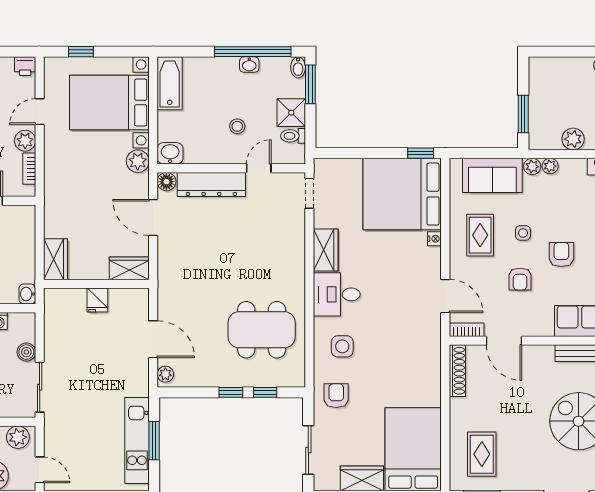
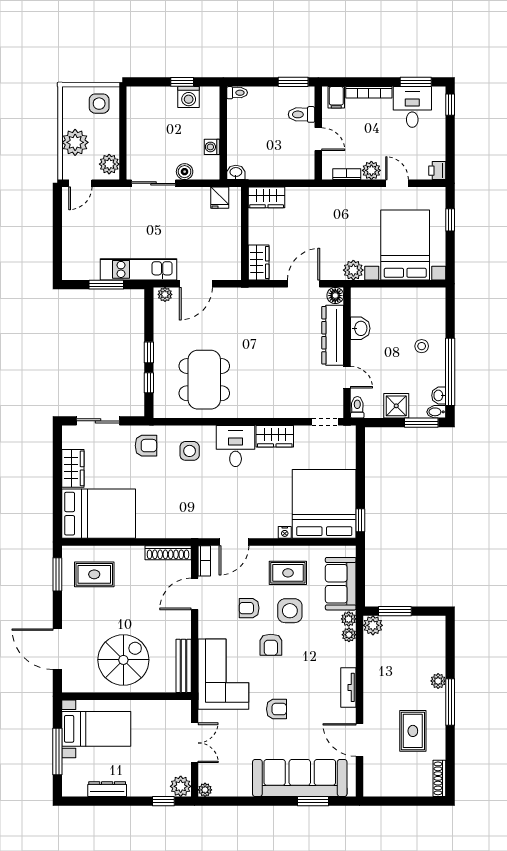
washbasin: (249, 65) -> (439, 395), moved
bathtub: (170, 83) -> (422, 298), removed
stool: (237, 126) -> (422, 346), moved
toilet: (293, 136) -> (357, 407), moved
plant: (573, 139) -> (373, 625), moved
washbasin: (170, 153) -> (360, 328), moved
side table: (523, 233) -> (290, 611), width x1.87, depth x1.87
armchair: (561, 254) -> (271, 645), turned 90
fridge: (97, 300) -> (220, 198), moved, turned -90
kitchen unit: (137, 440) -> (138, 269), moved

